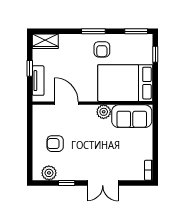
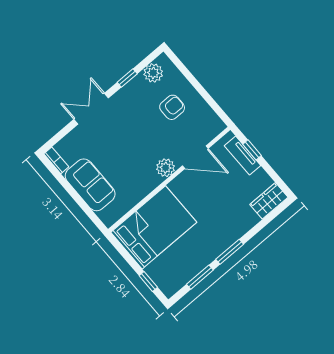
window: (136, 31) -> (200, 277), moved
armchair: (102, 49) -> (206, 241), removed
window: (30, 68) -> (252, 150), moved
plant: (104, 112) -> (166, 168), moved
sofa: (132, 116) -> (90, 185), moved, turned 90

